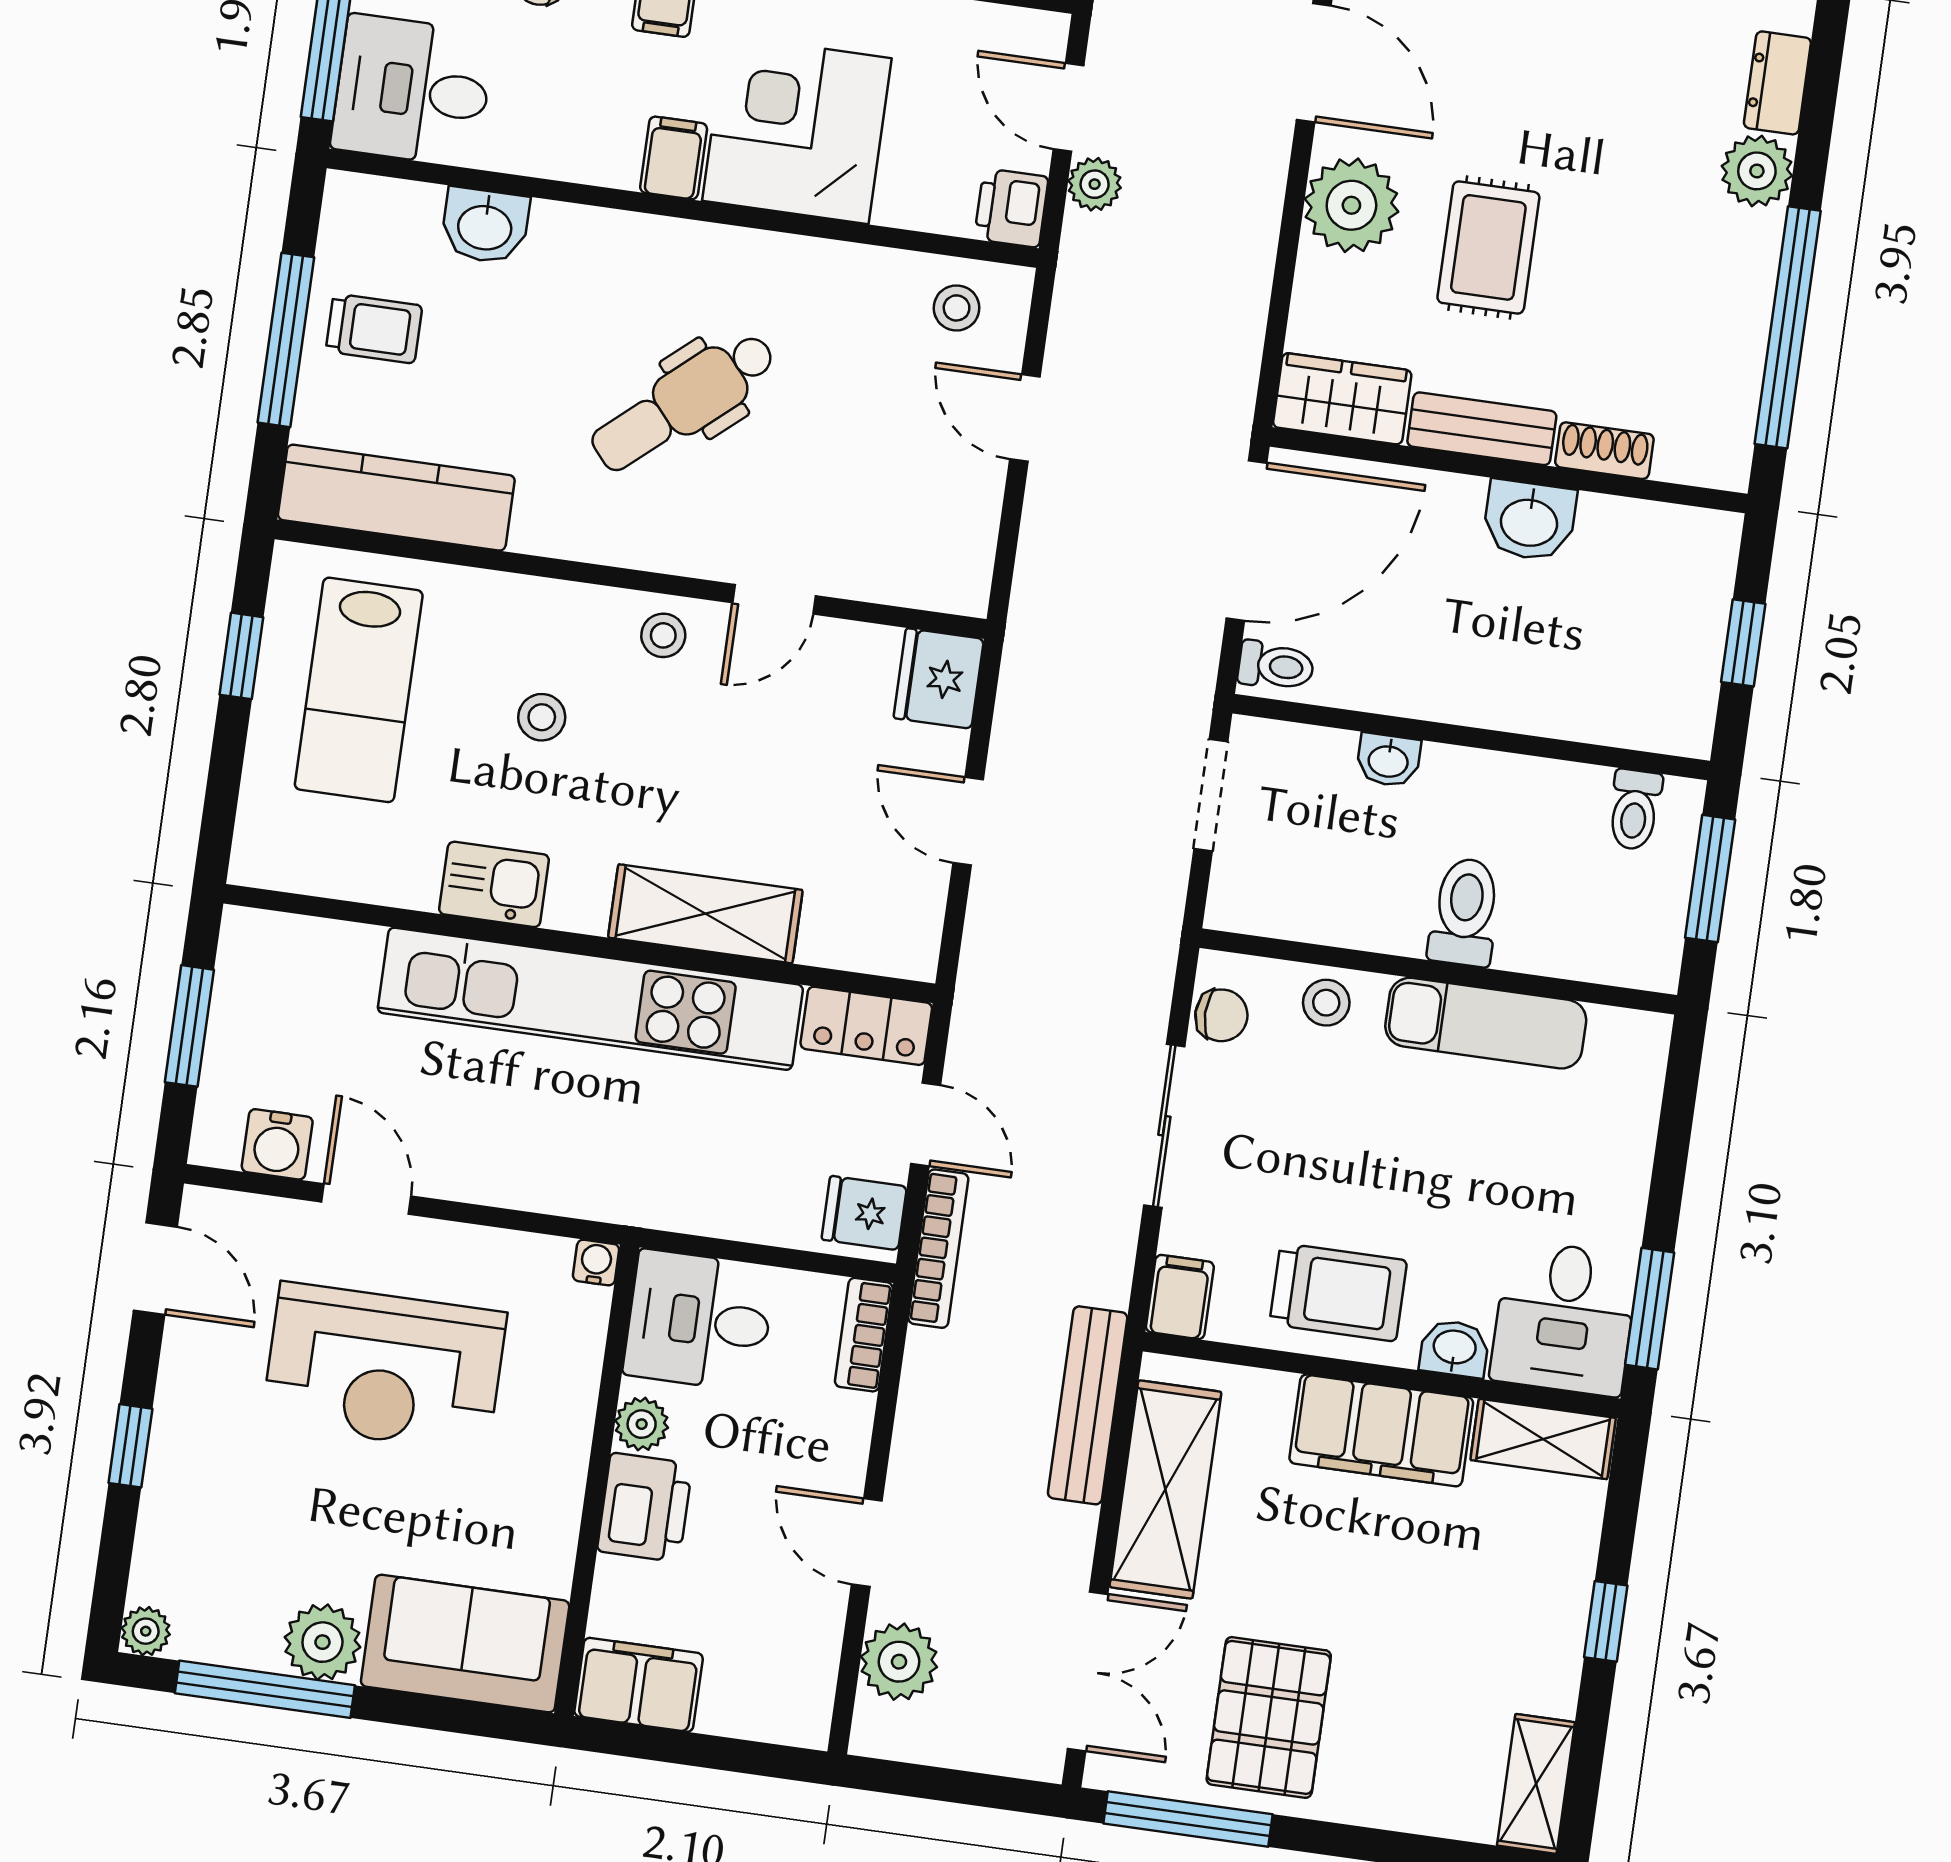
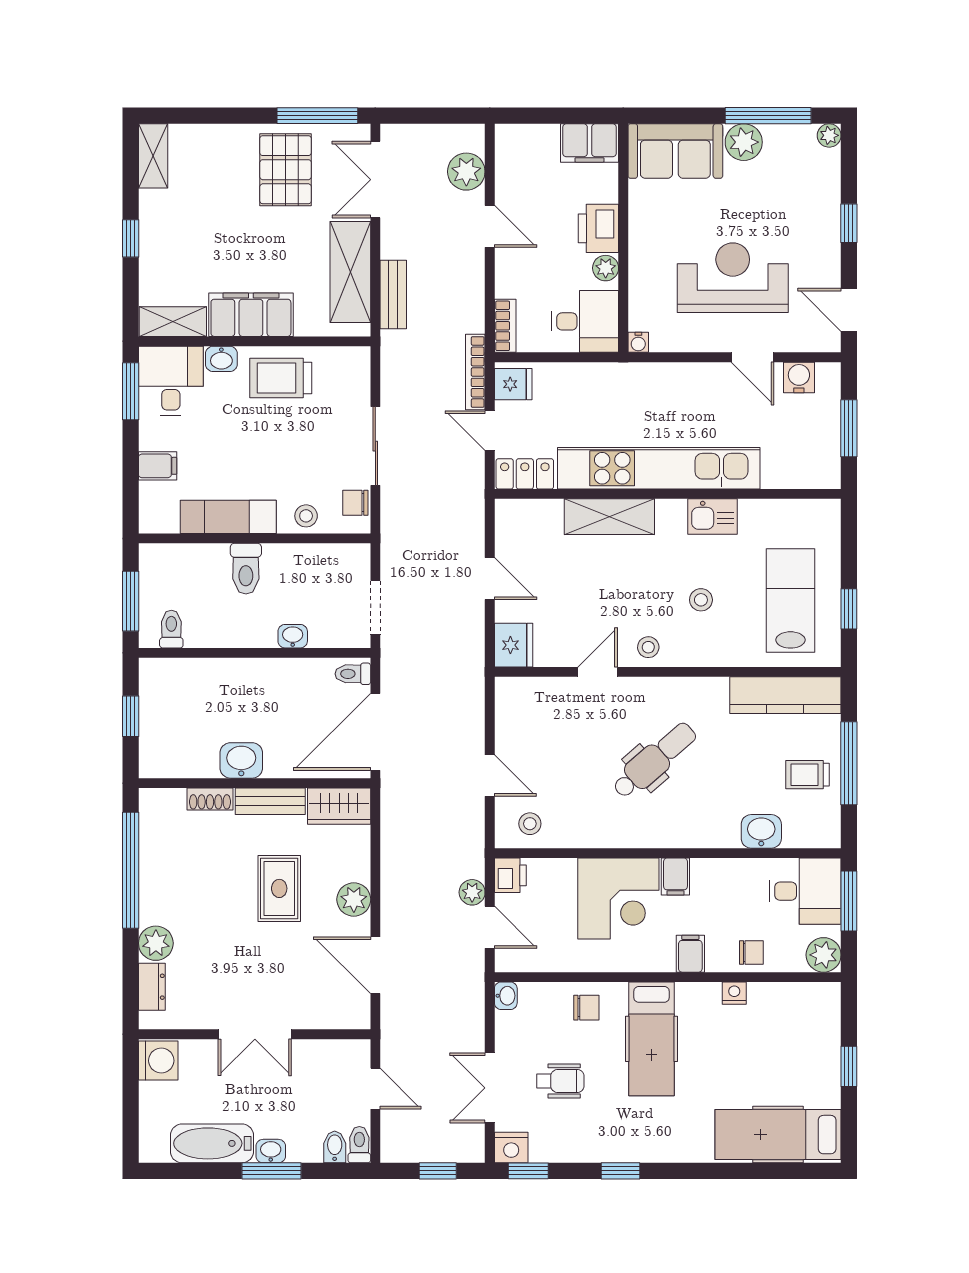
plant: (1351, 205) -> (354, 899), width x0.73, depth x0.73
filing cabinet: (1180, 1297) -> (158, 466), moved, turned -90
bench: (1088, 1405) -> (393, 294), width x0.73

